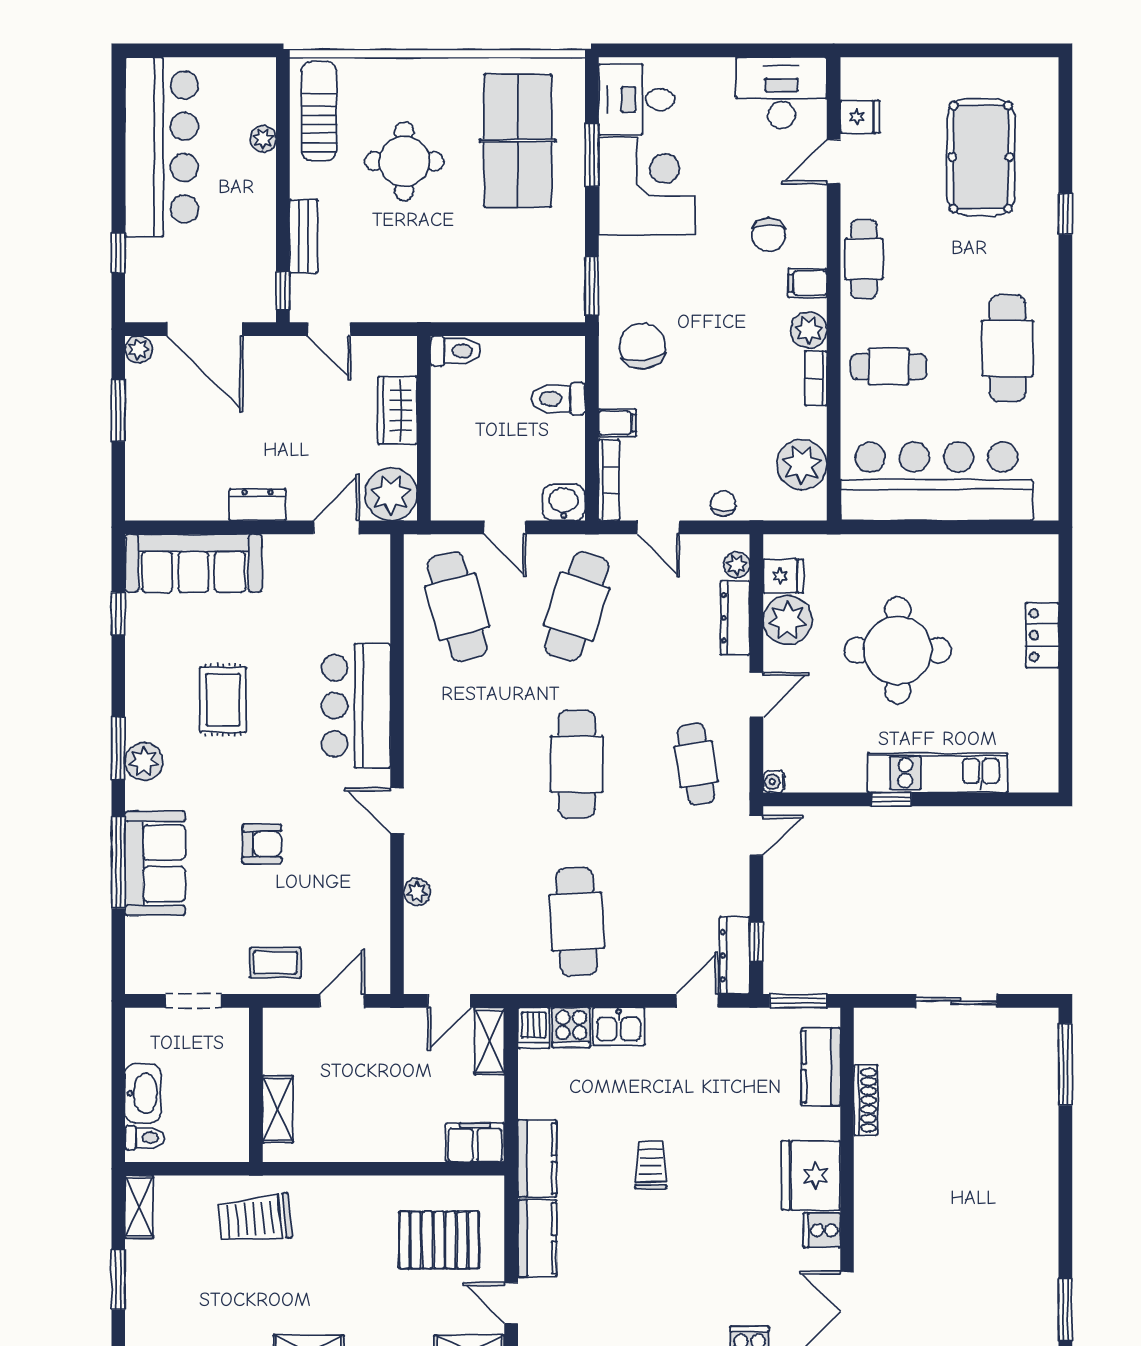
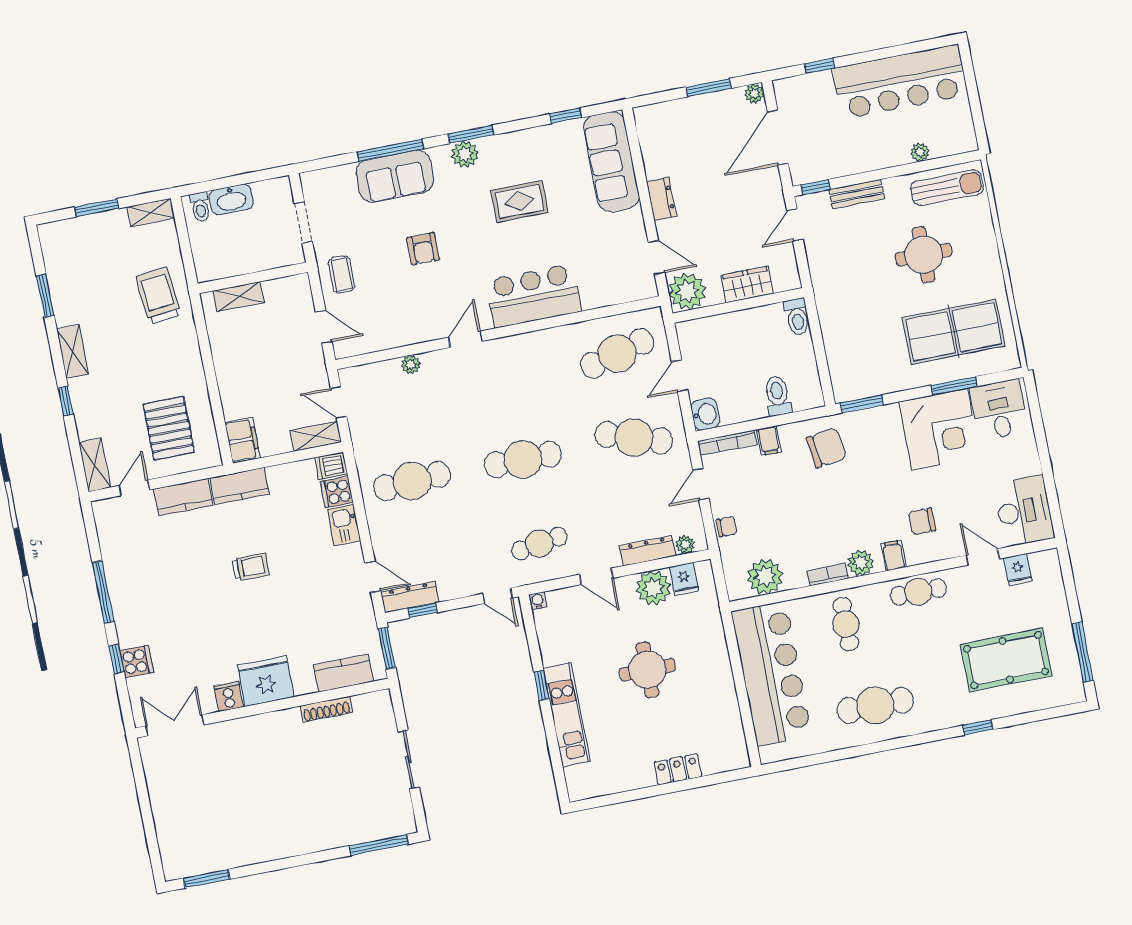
window: (990, 50) -> (1083, 652), added
round table: (898, 650) -> (647, 670), width x0.73, depth x0.73

